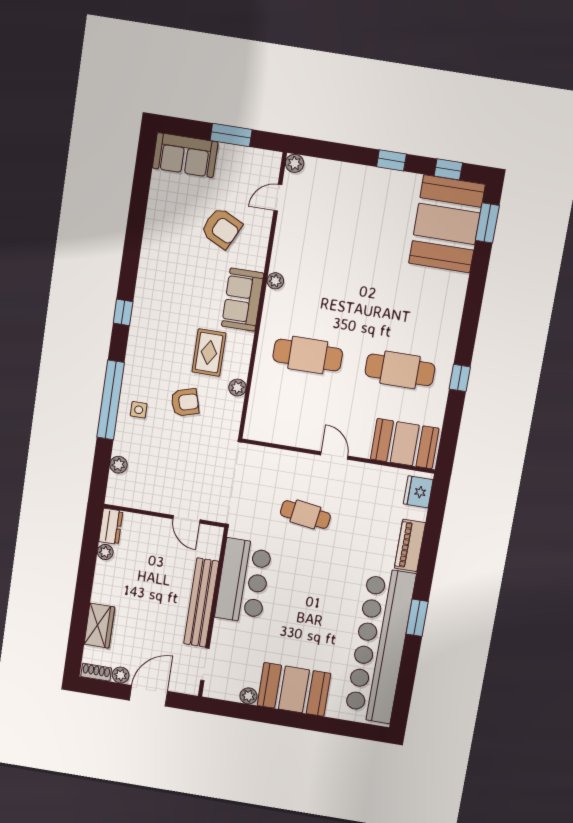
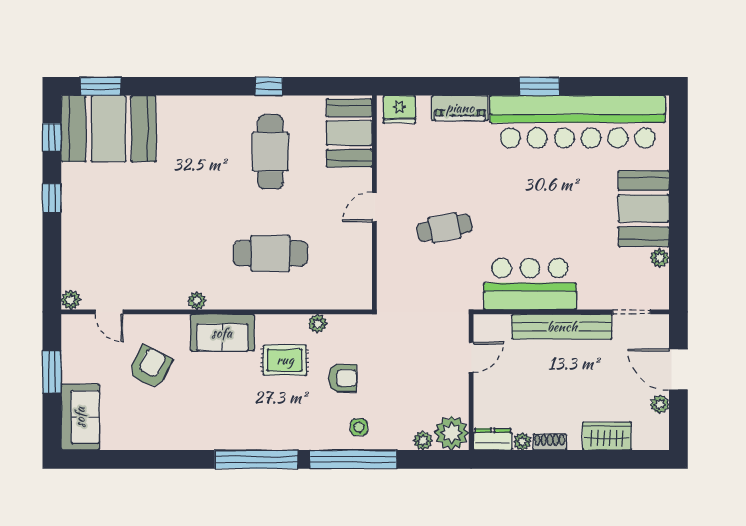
window: (123, 312) -> (256, 459), width x3.17
cafe table: (308, 355) -> (270, 253), turned 90
armchair: (185, 402) -> (343, 378), turned 106
plant: (122, 491) -> (451, 433), added
cafe table: (305, 514) -> (444, 228), turned 71
shoe rack: (96, 672) -> (550, 442), moved, turned 90

